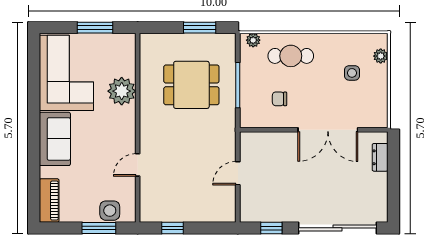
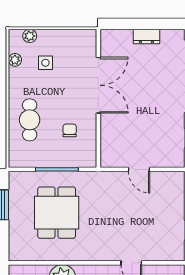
plant: (253, 40) -> (15, 60), moved
chair: (279, 99) -> (70, 130), turned 180
dresser: (380, 157) -> (146, 36), moved

